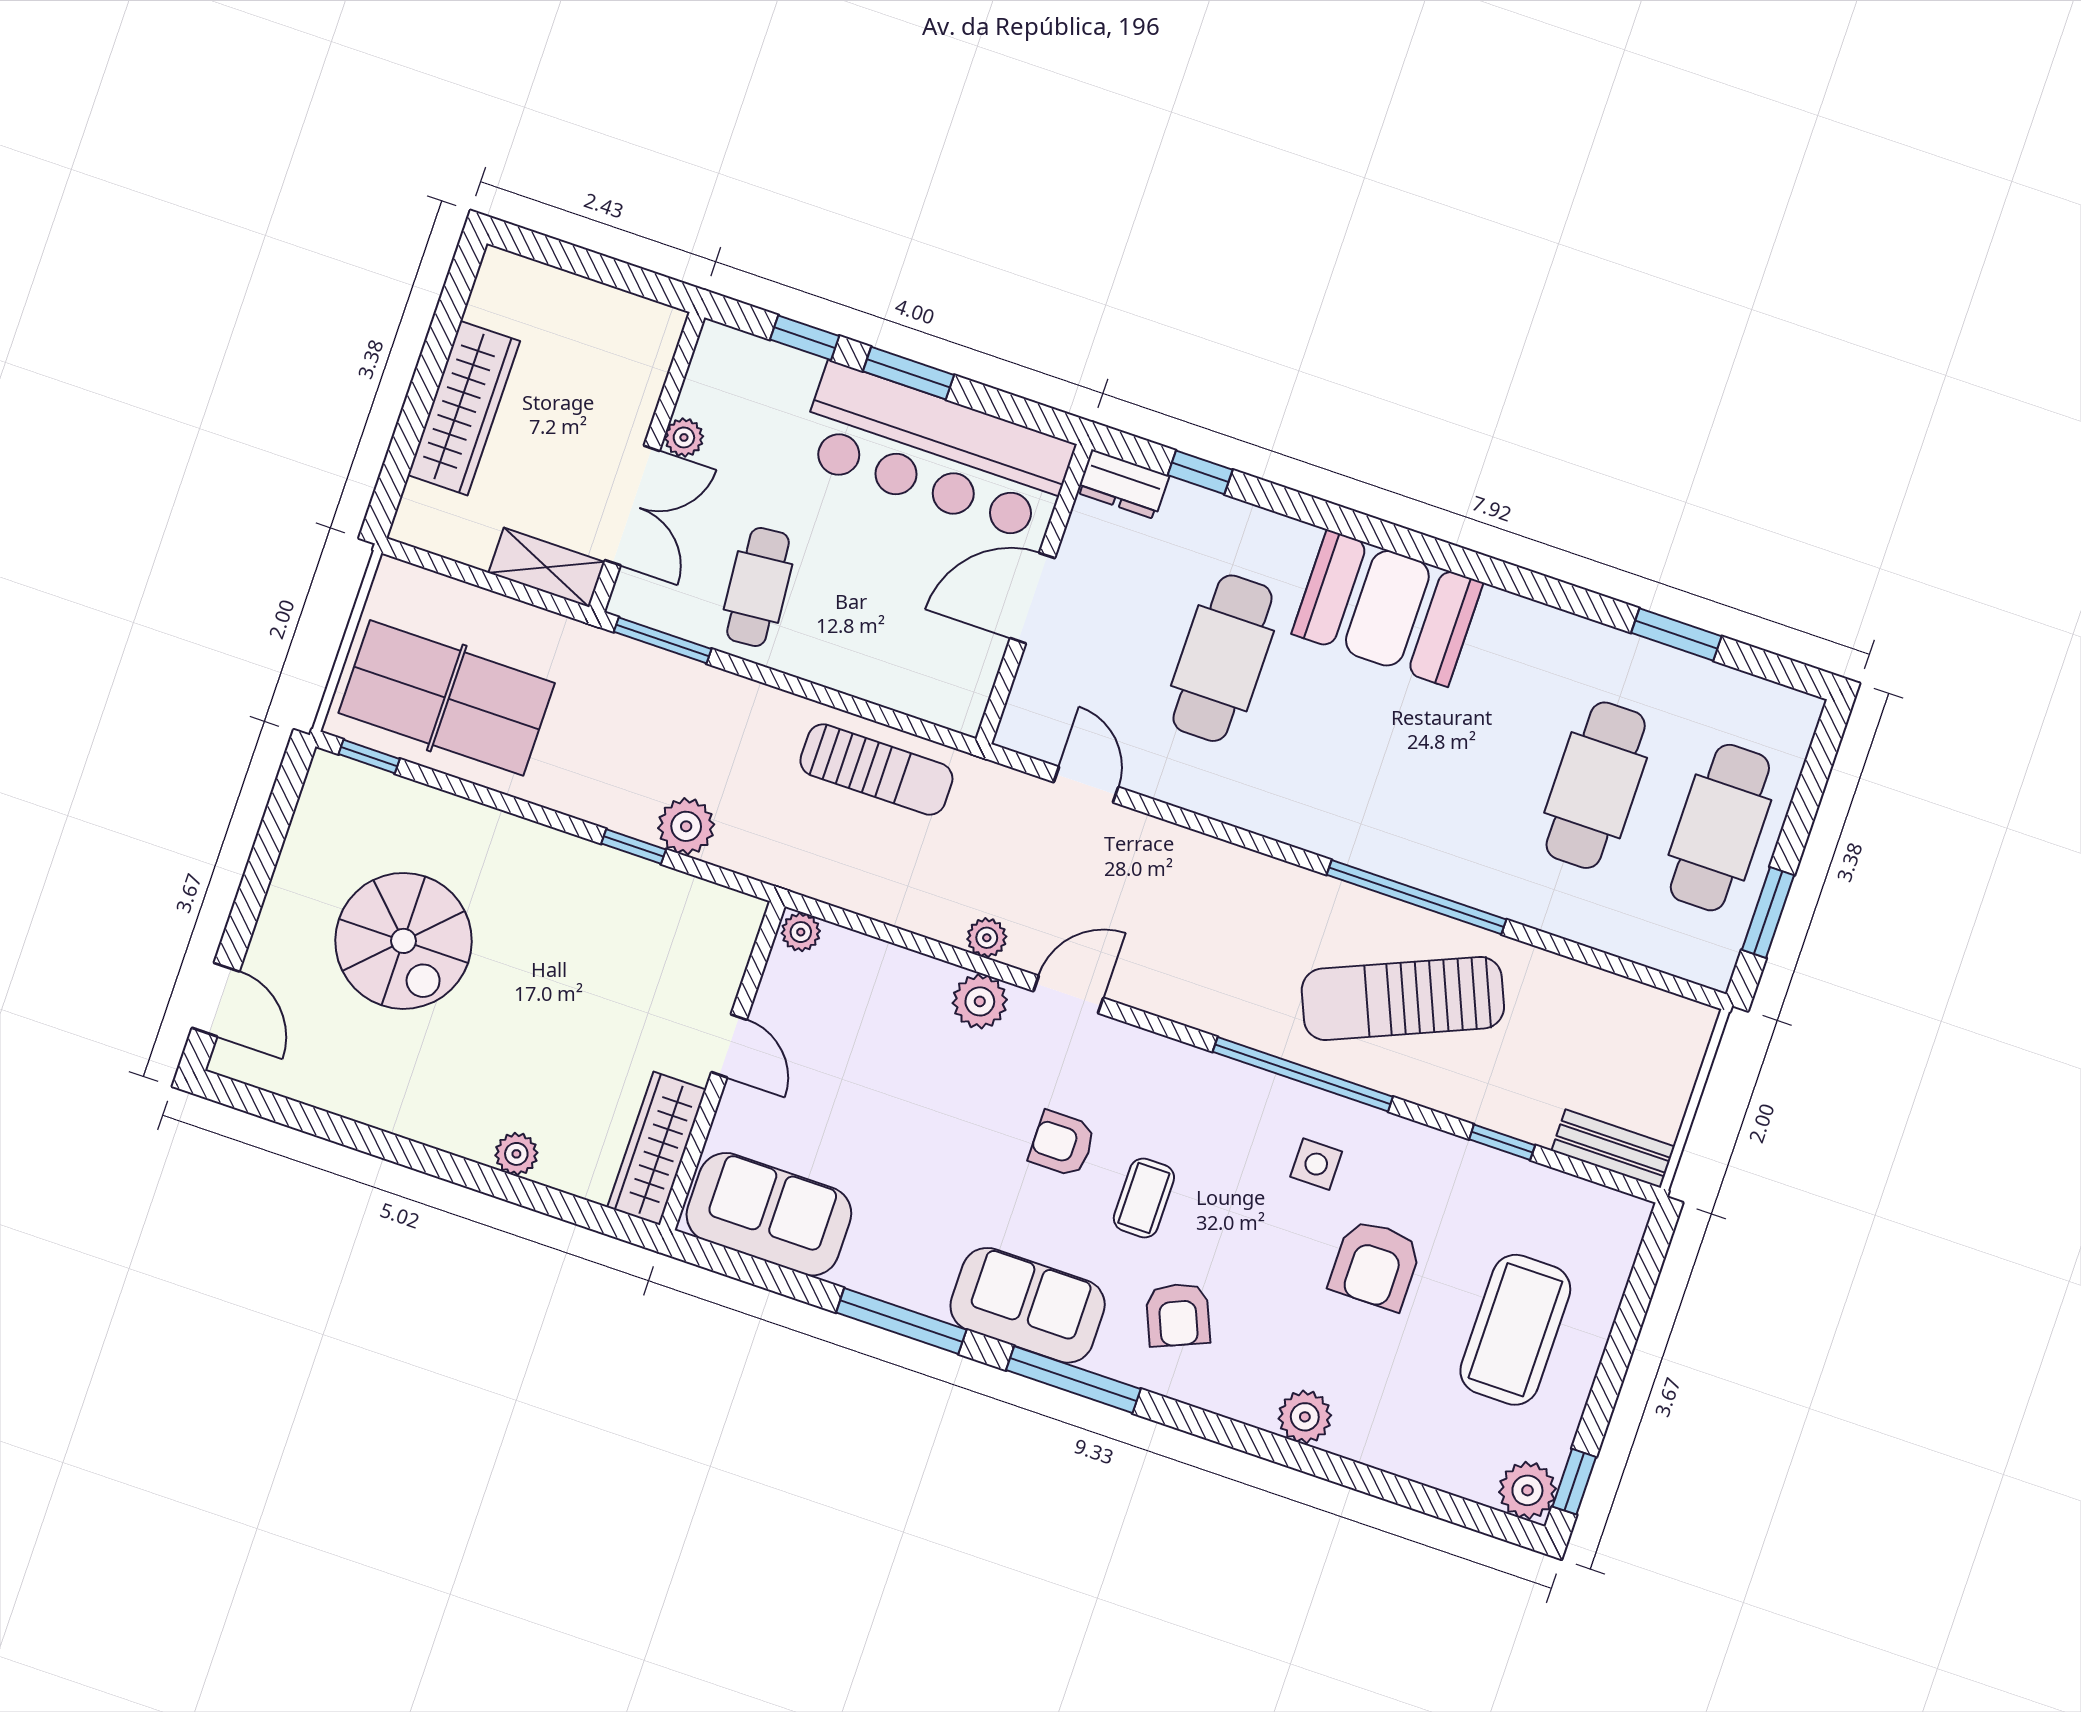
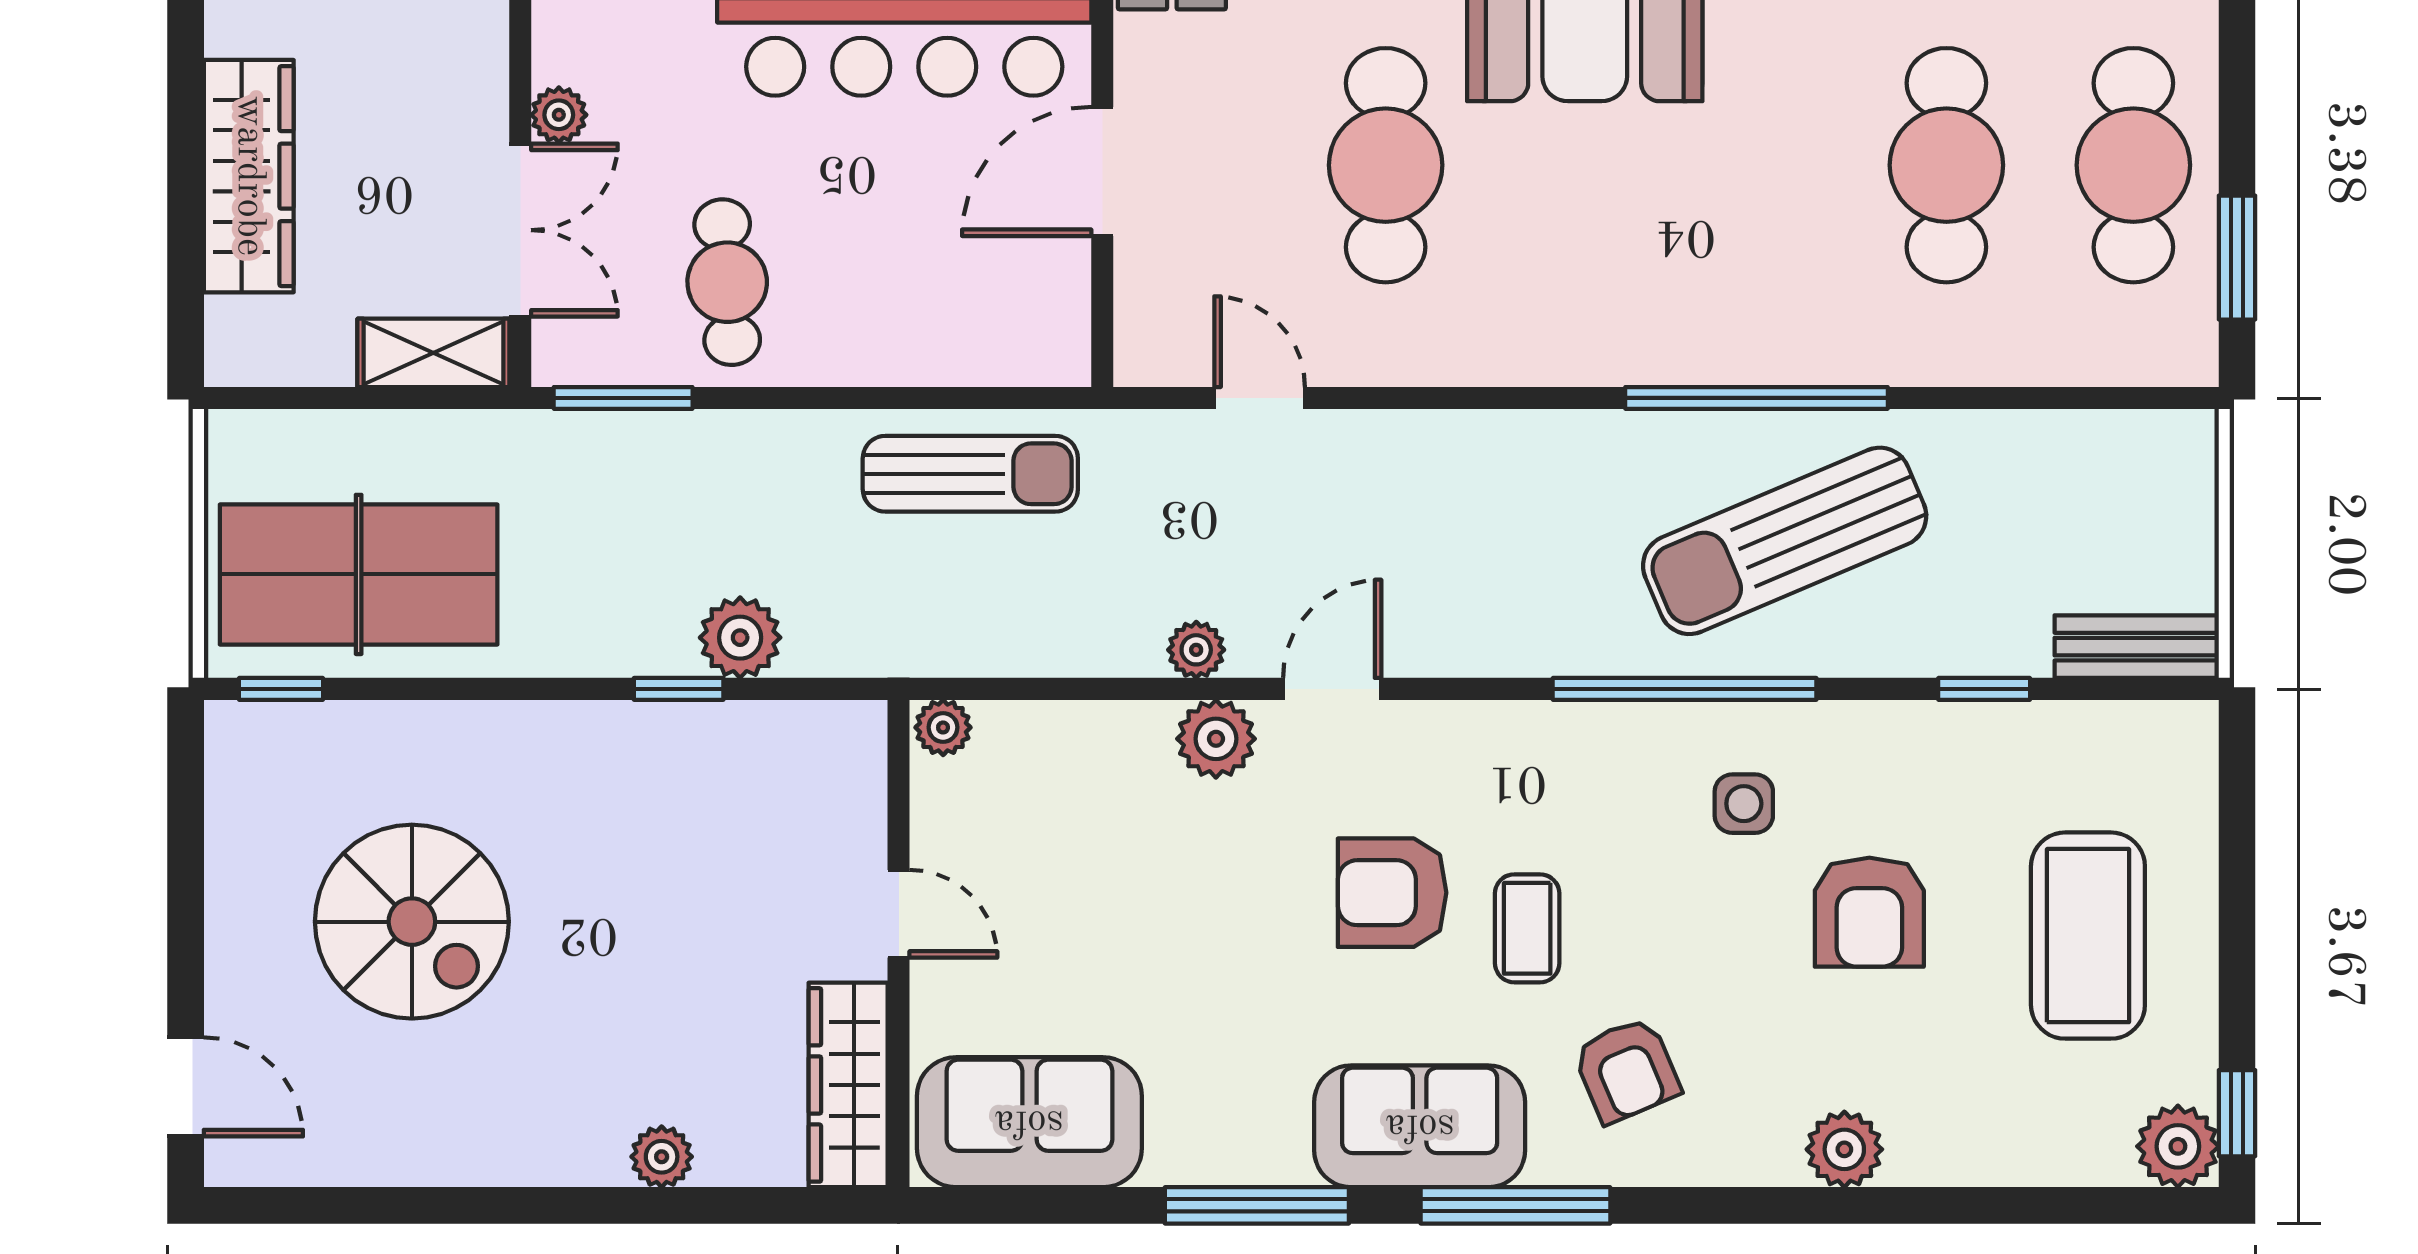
armchair: (1062, 1144) -> (1392, 893), width x1.38, depth x1.38

